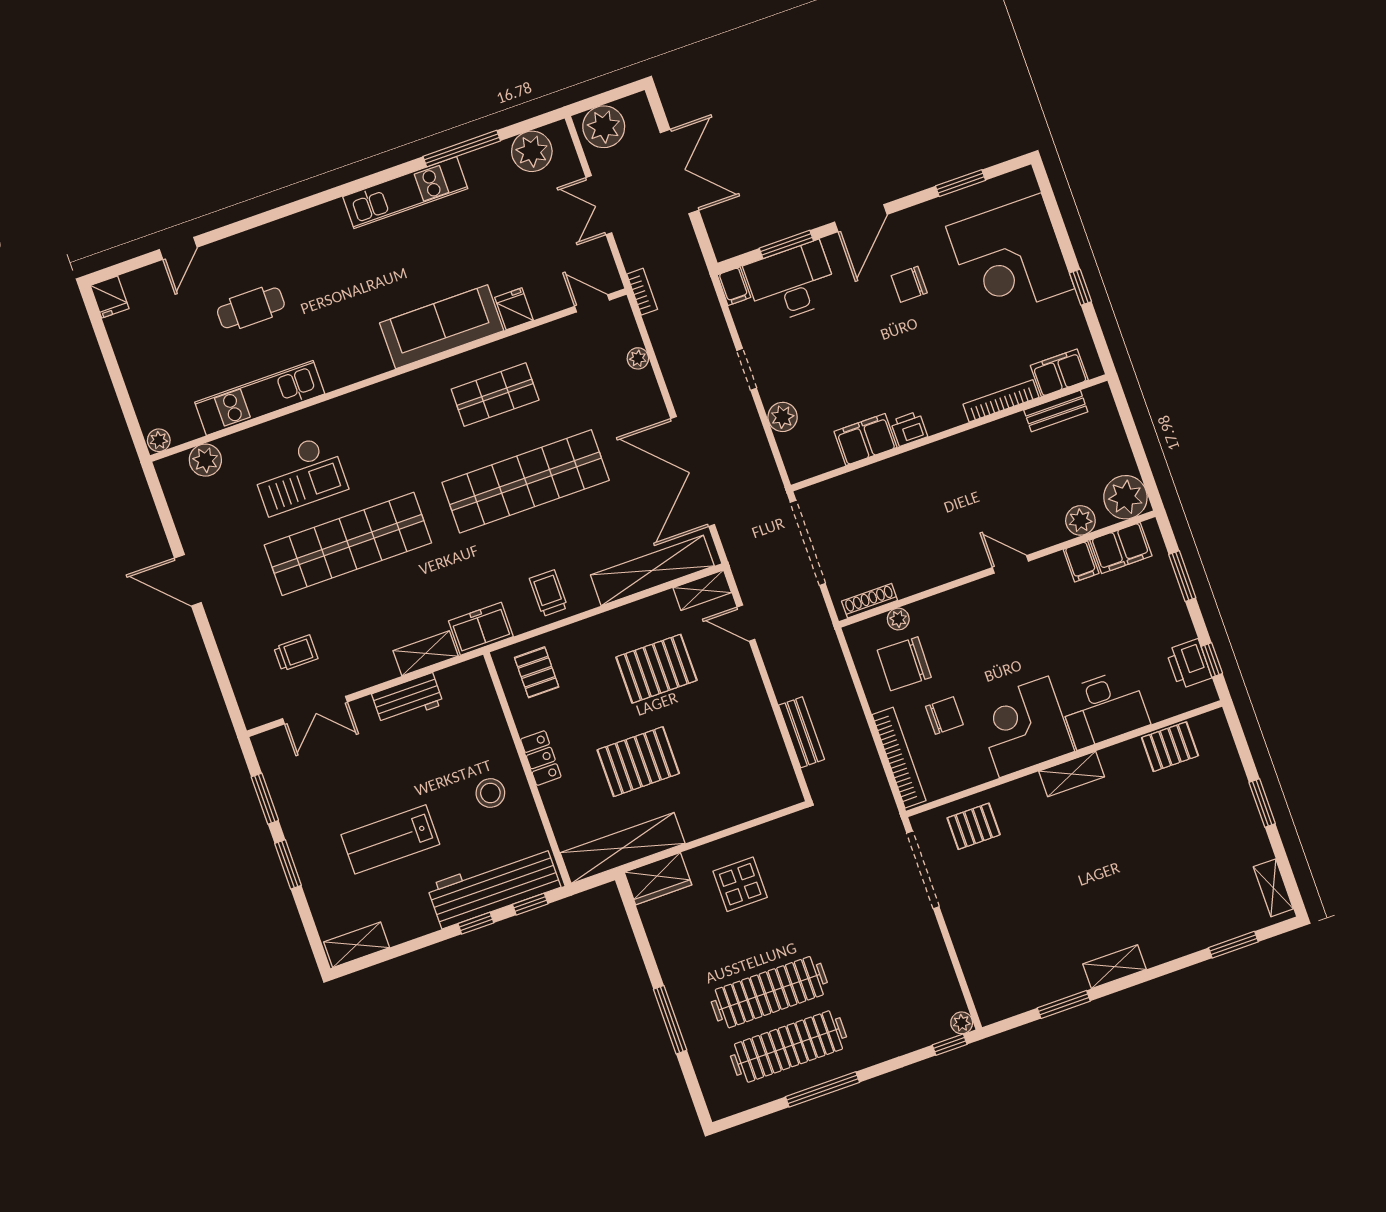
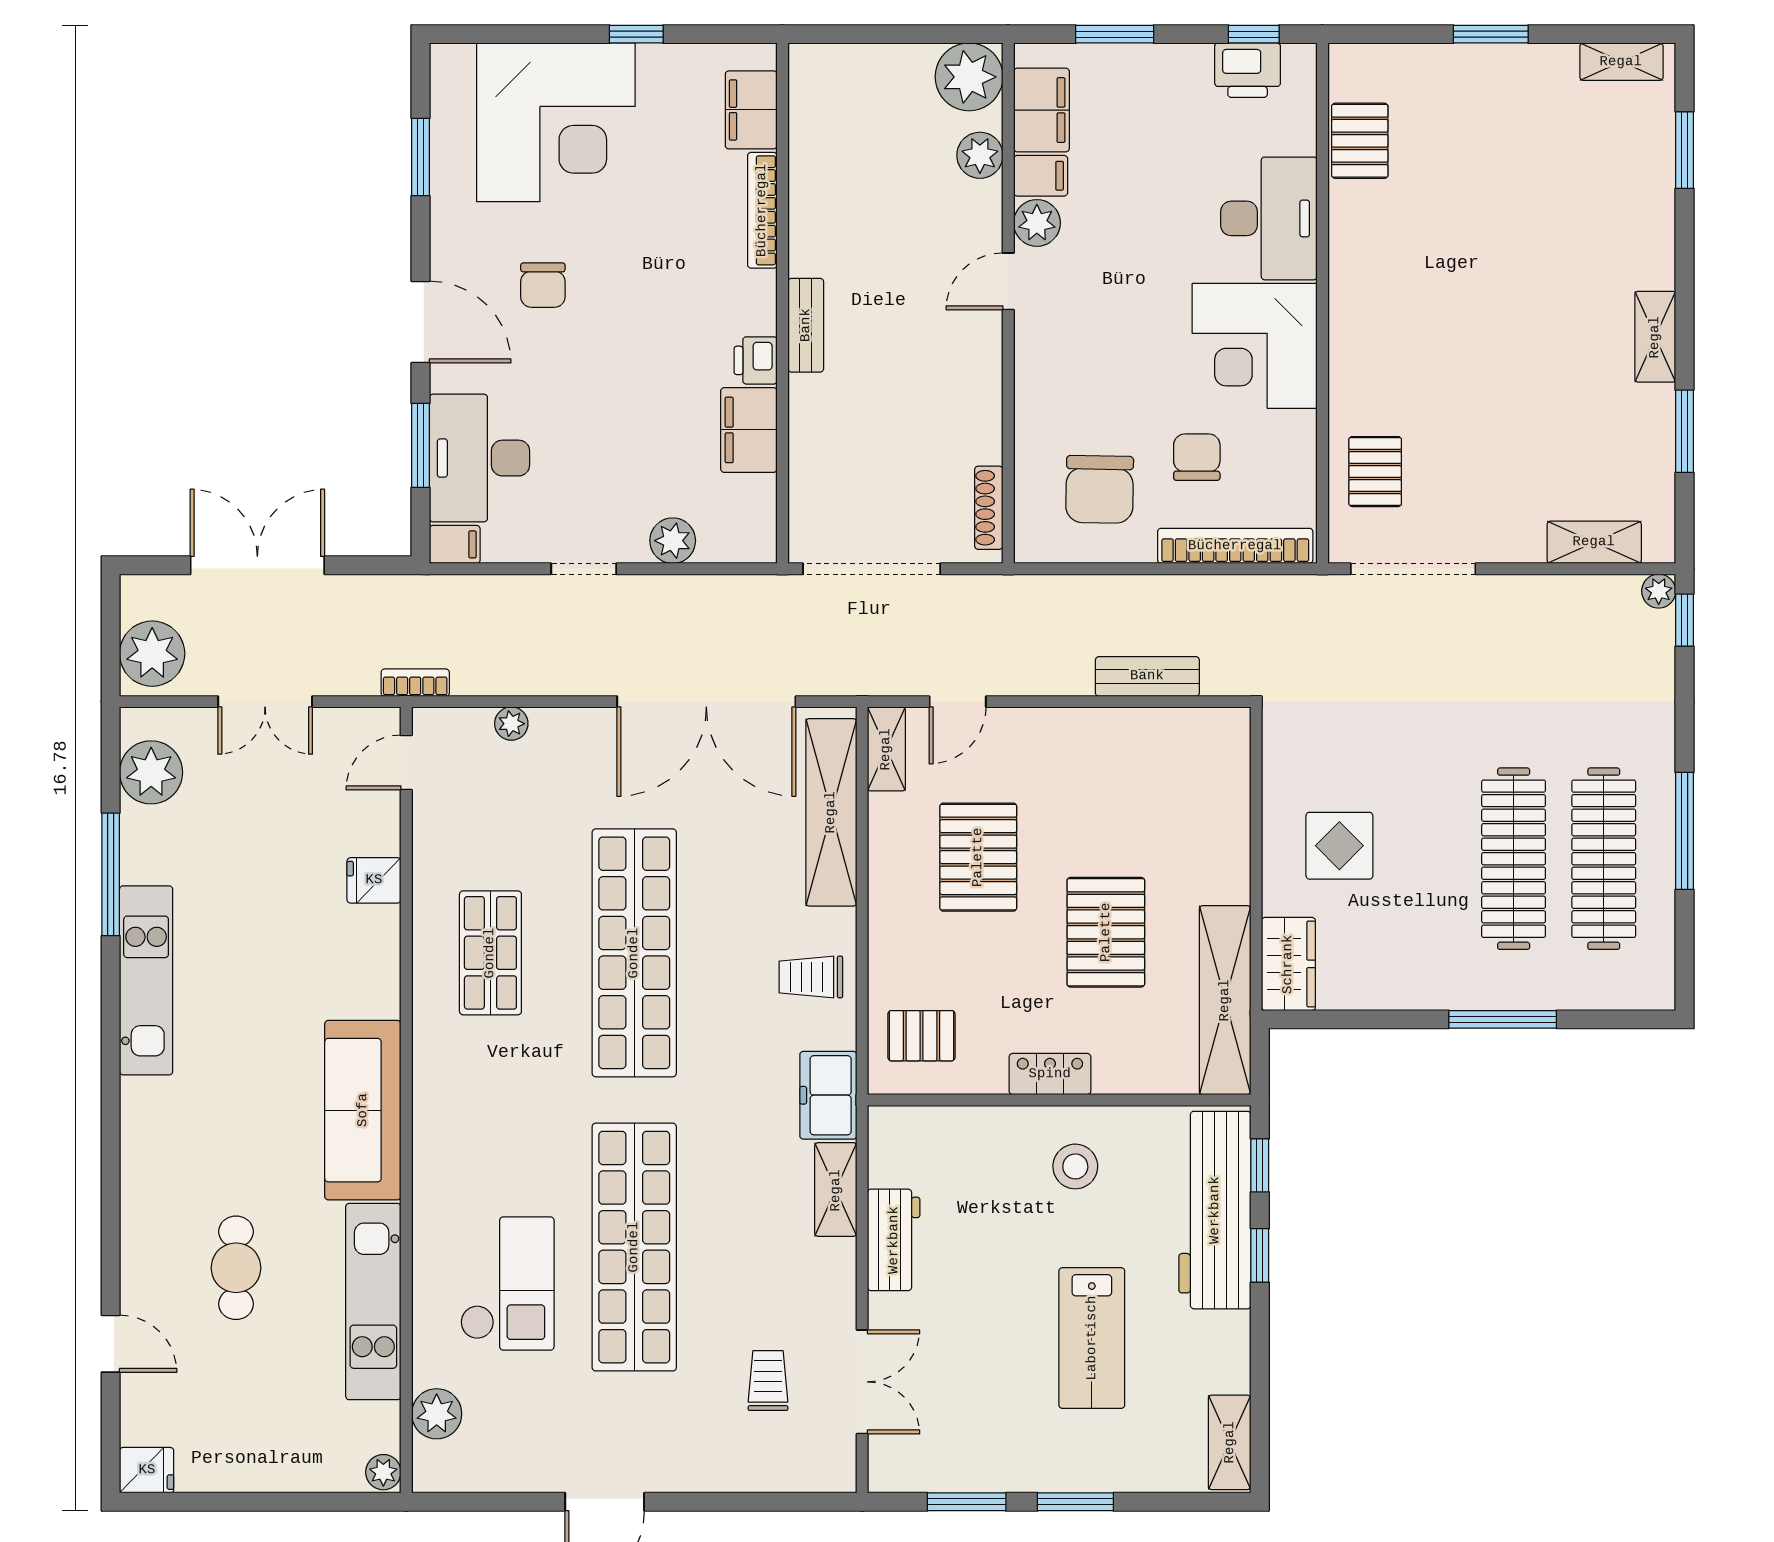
sofa: (442, 327) -> (363, 1110), moved
bench: (1056, 411) -> (806, 325), moved
plant: (898, 619) -> (1037, 223), moved, width x1.38, depth x1.38
shelving: (1072, 774) -> (1594, 542), moved, turned 90

